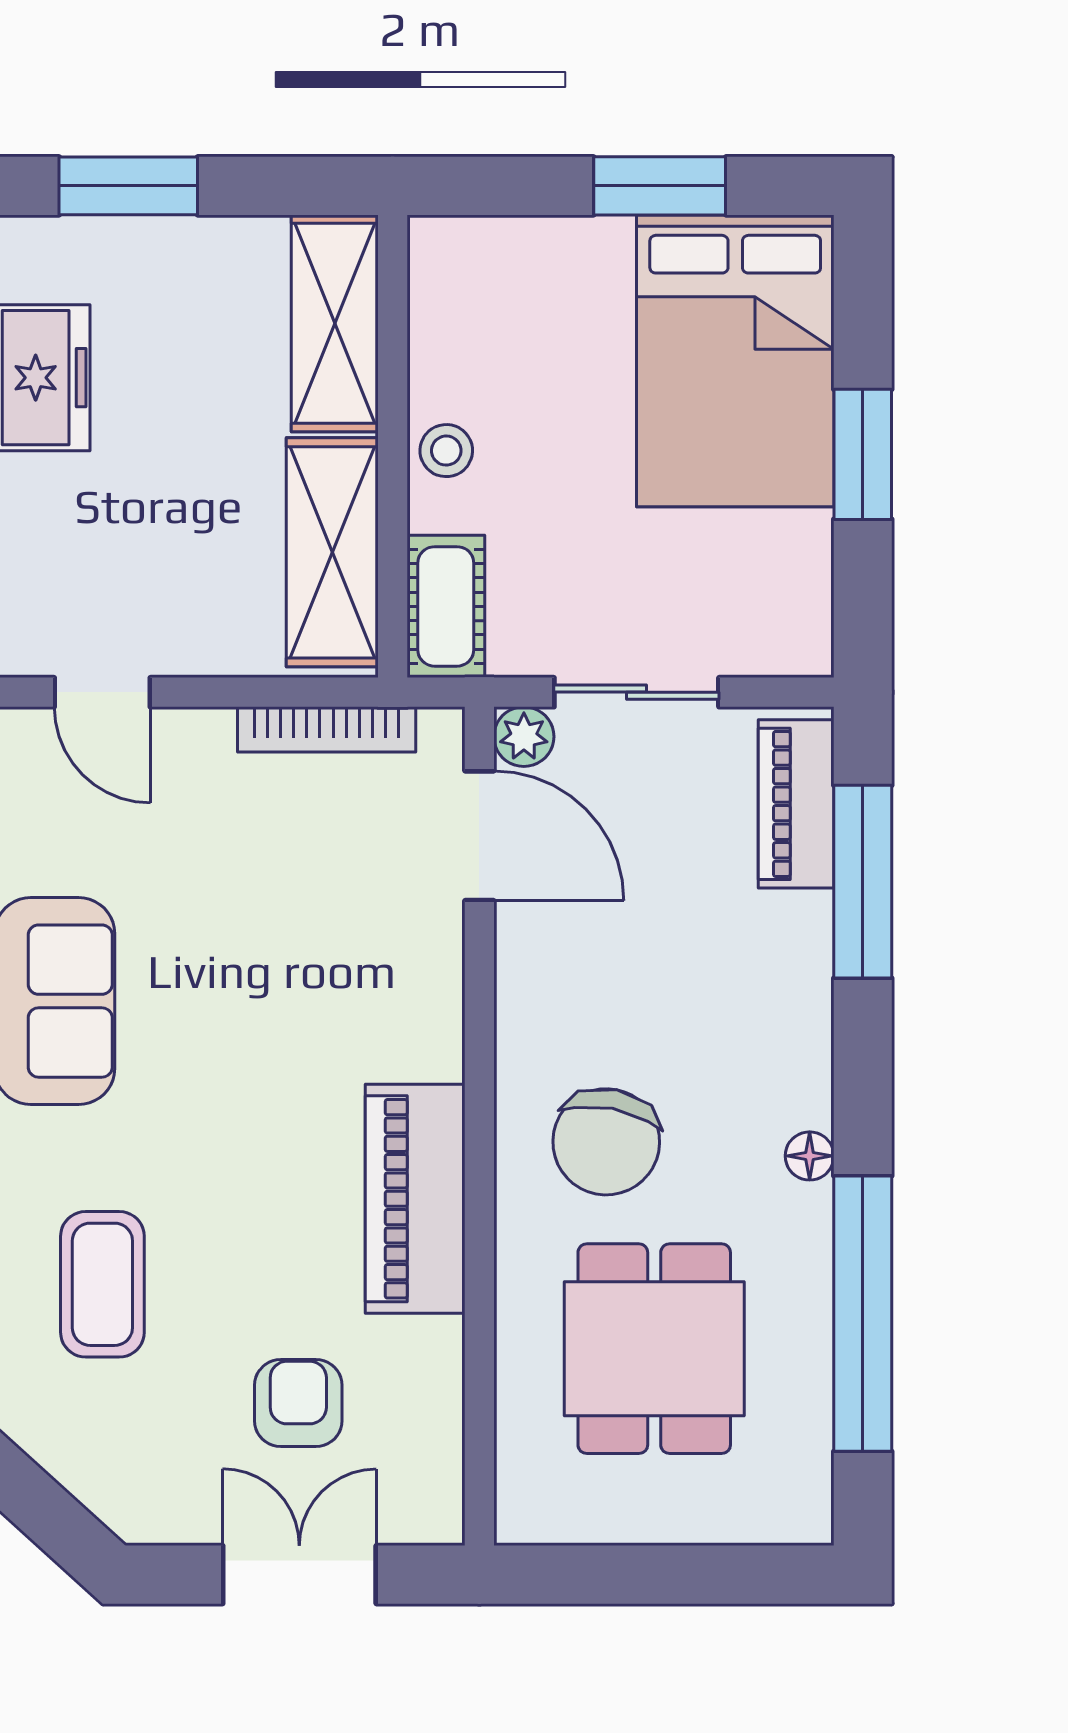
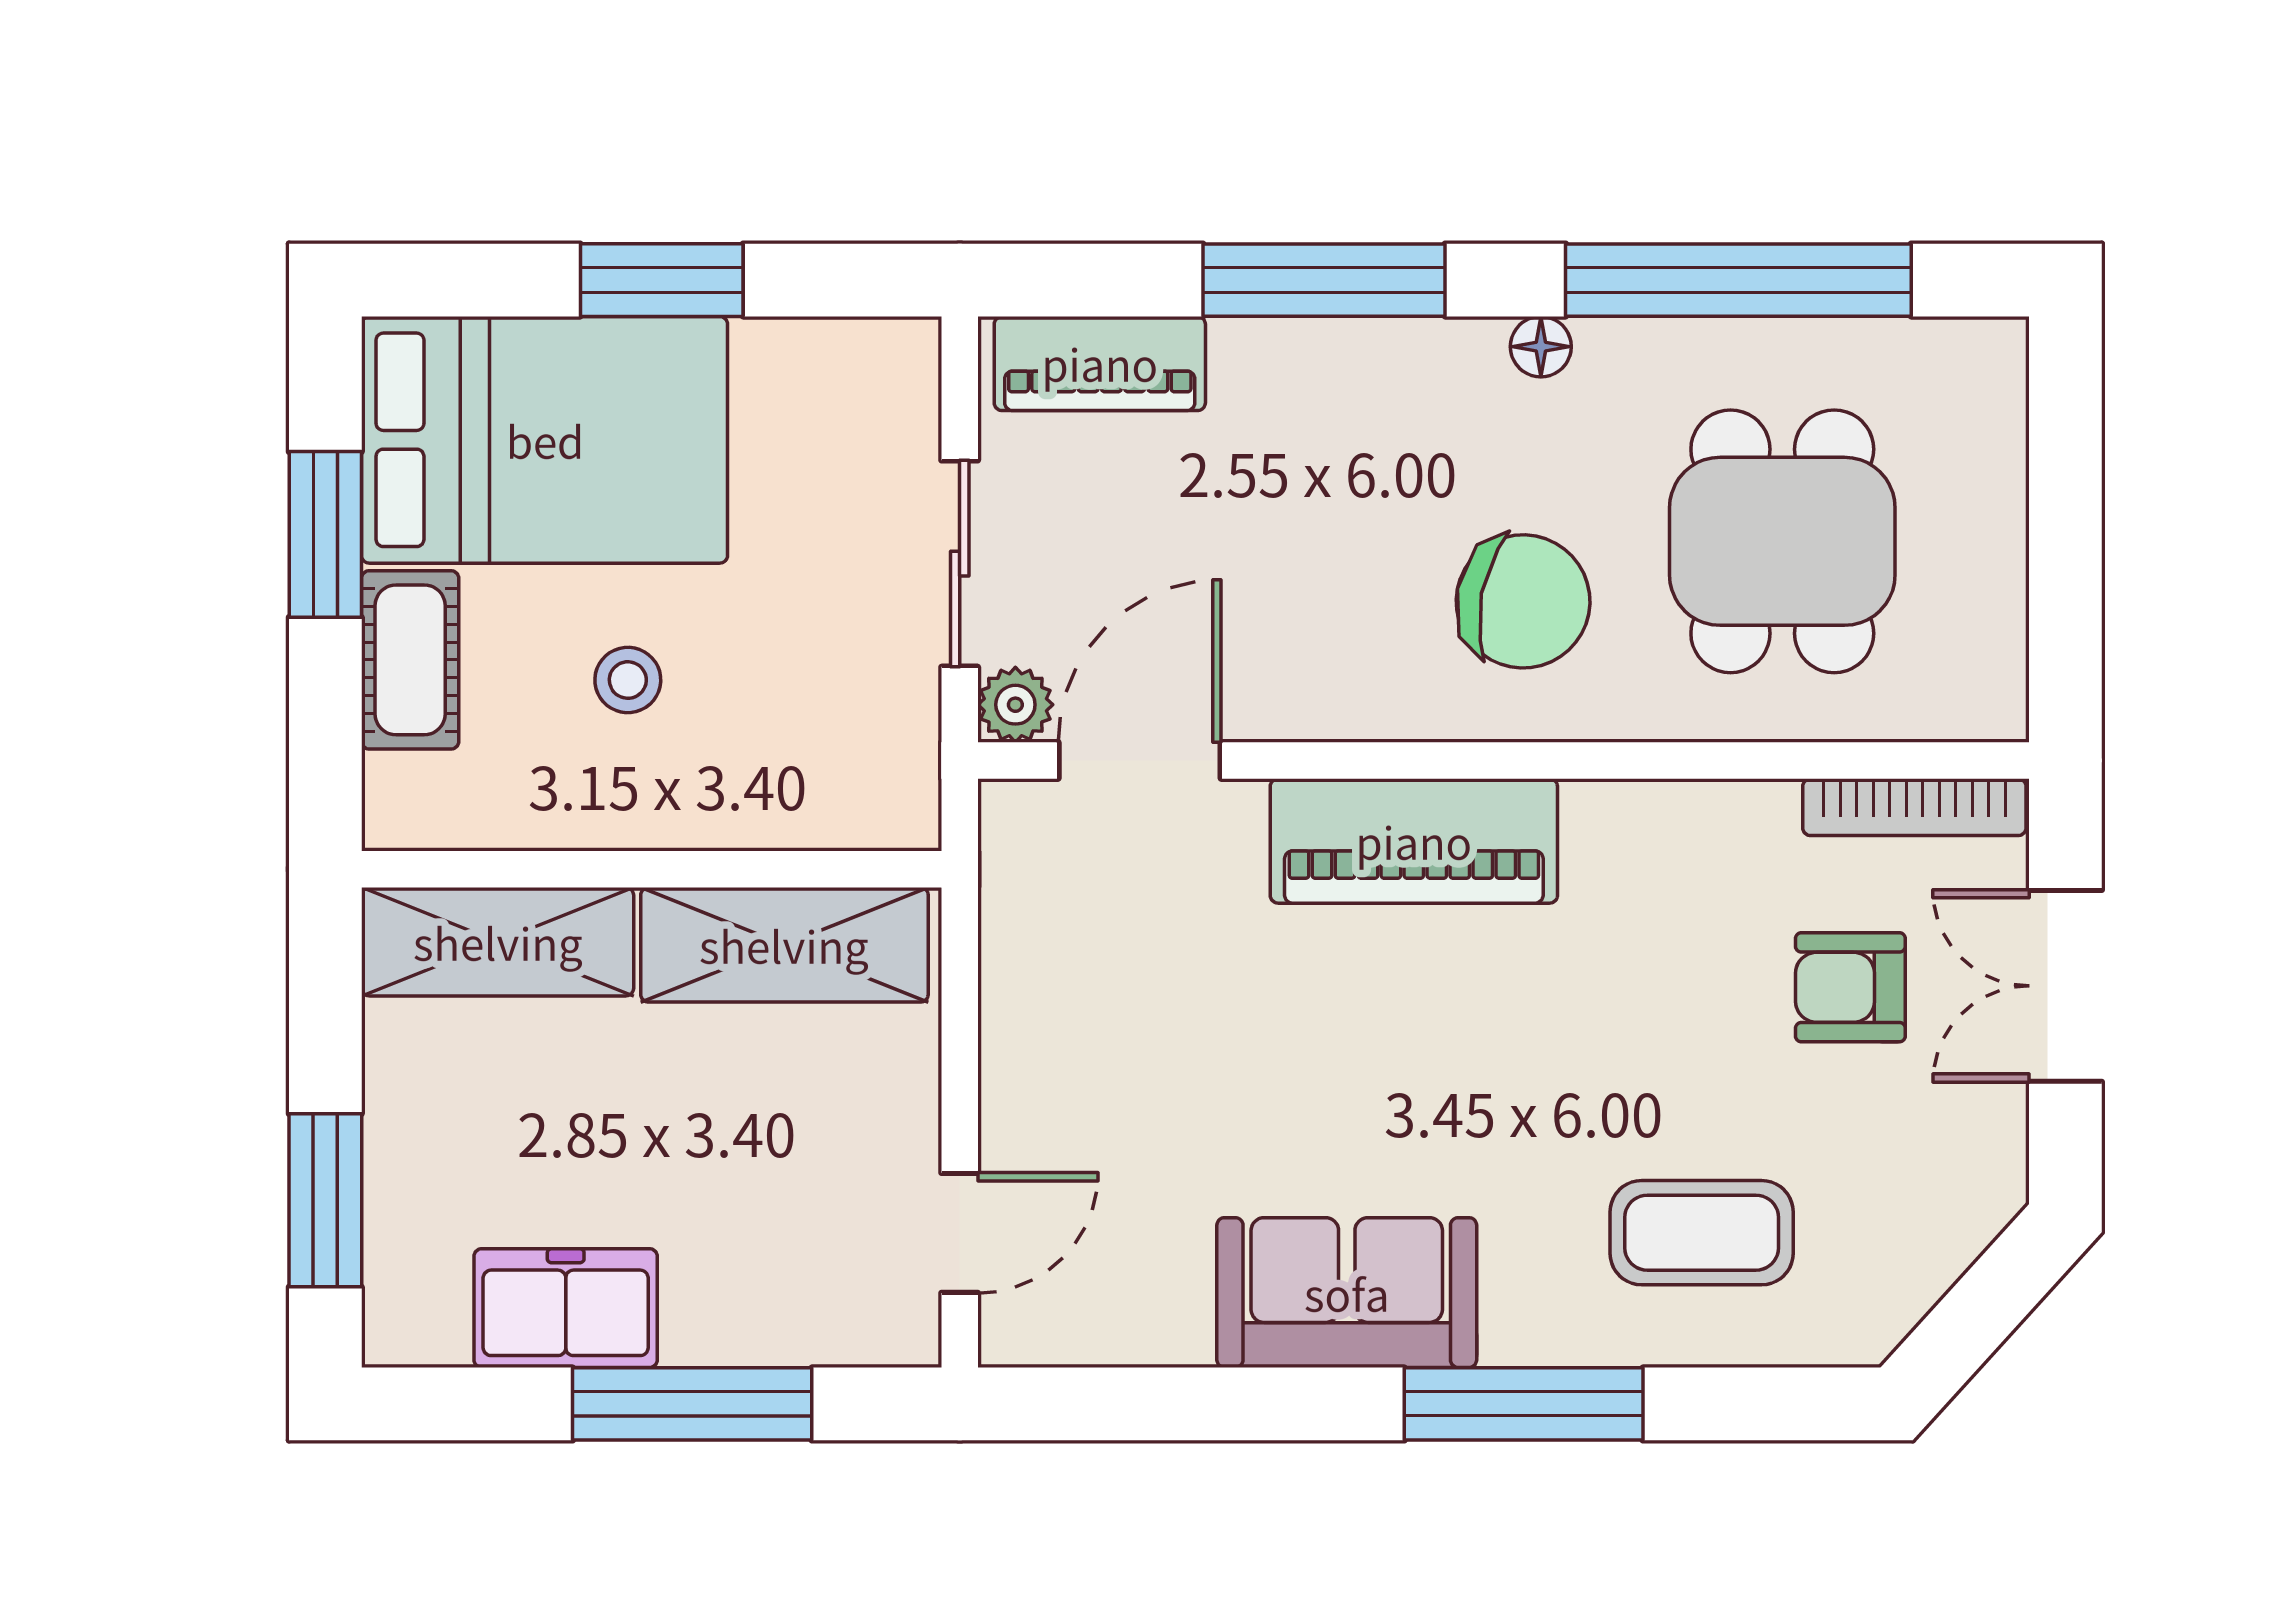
stool: (446, 451) -> (628, 680), moved
cot: (446, 606) -> (410, 660), moved, turned 90
bookcase: (327, 729) -> (1914, 807), moved, turned 90
window: (863, 882) -> (1324, 280), moved
piano: (415, 1199) -> (1414, 841), moved
dining table: (654, 1349) -> (1782, 541), turned 90

